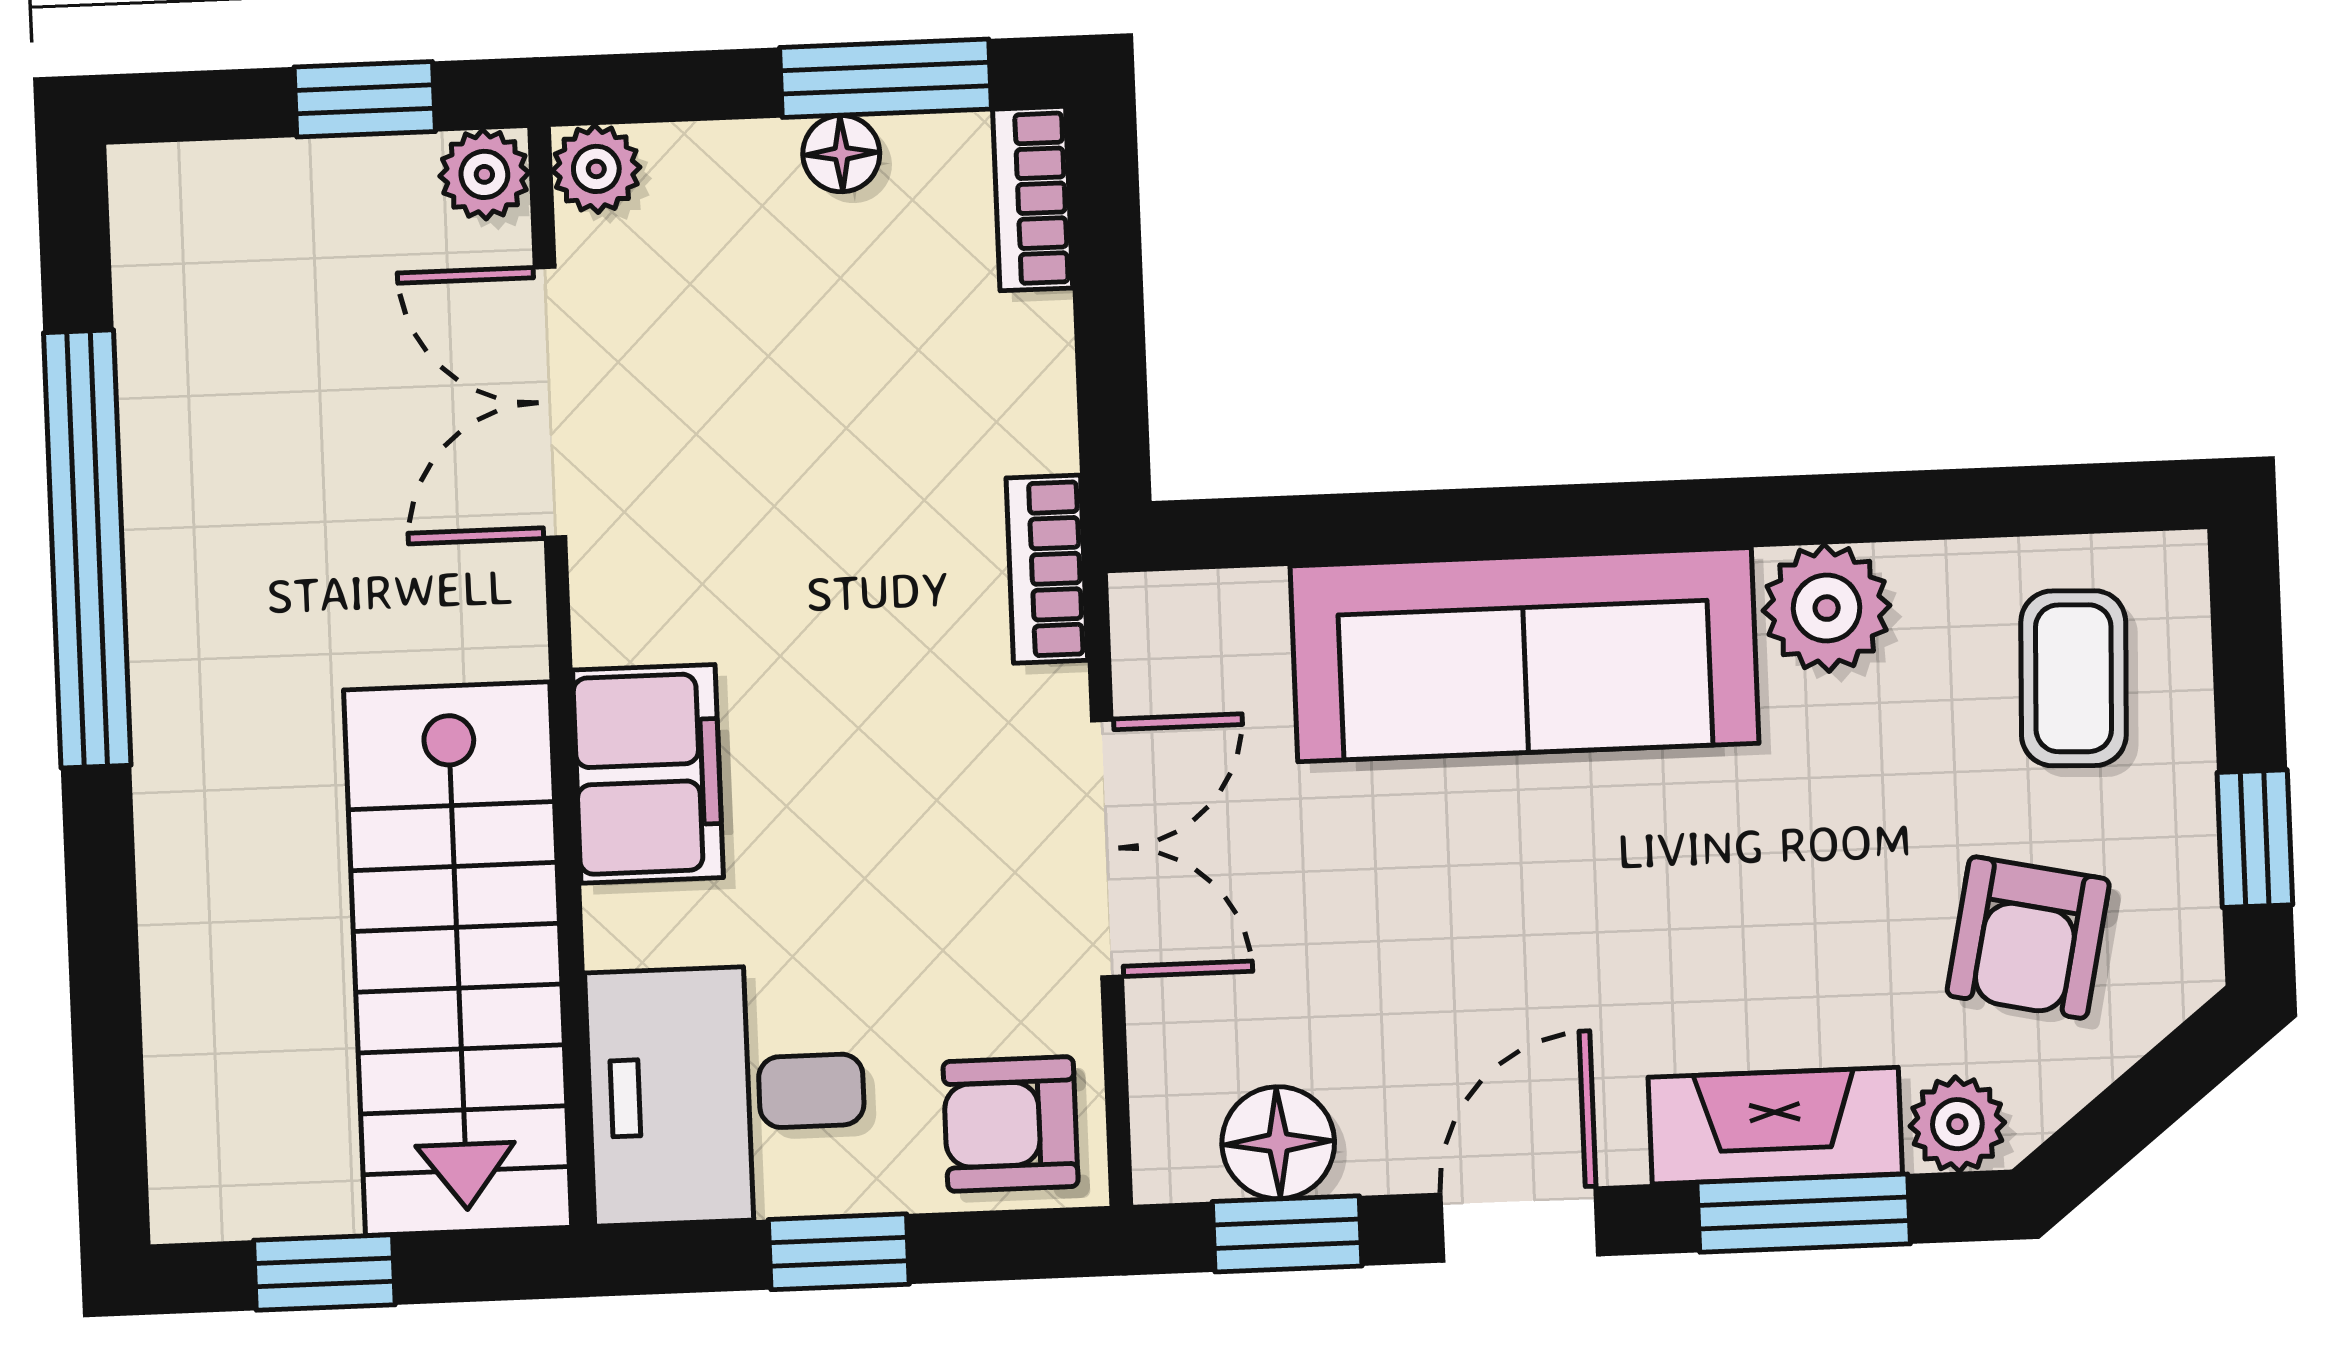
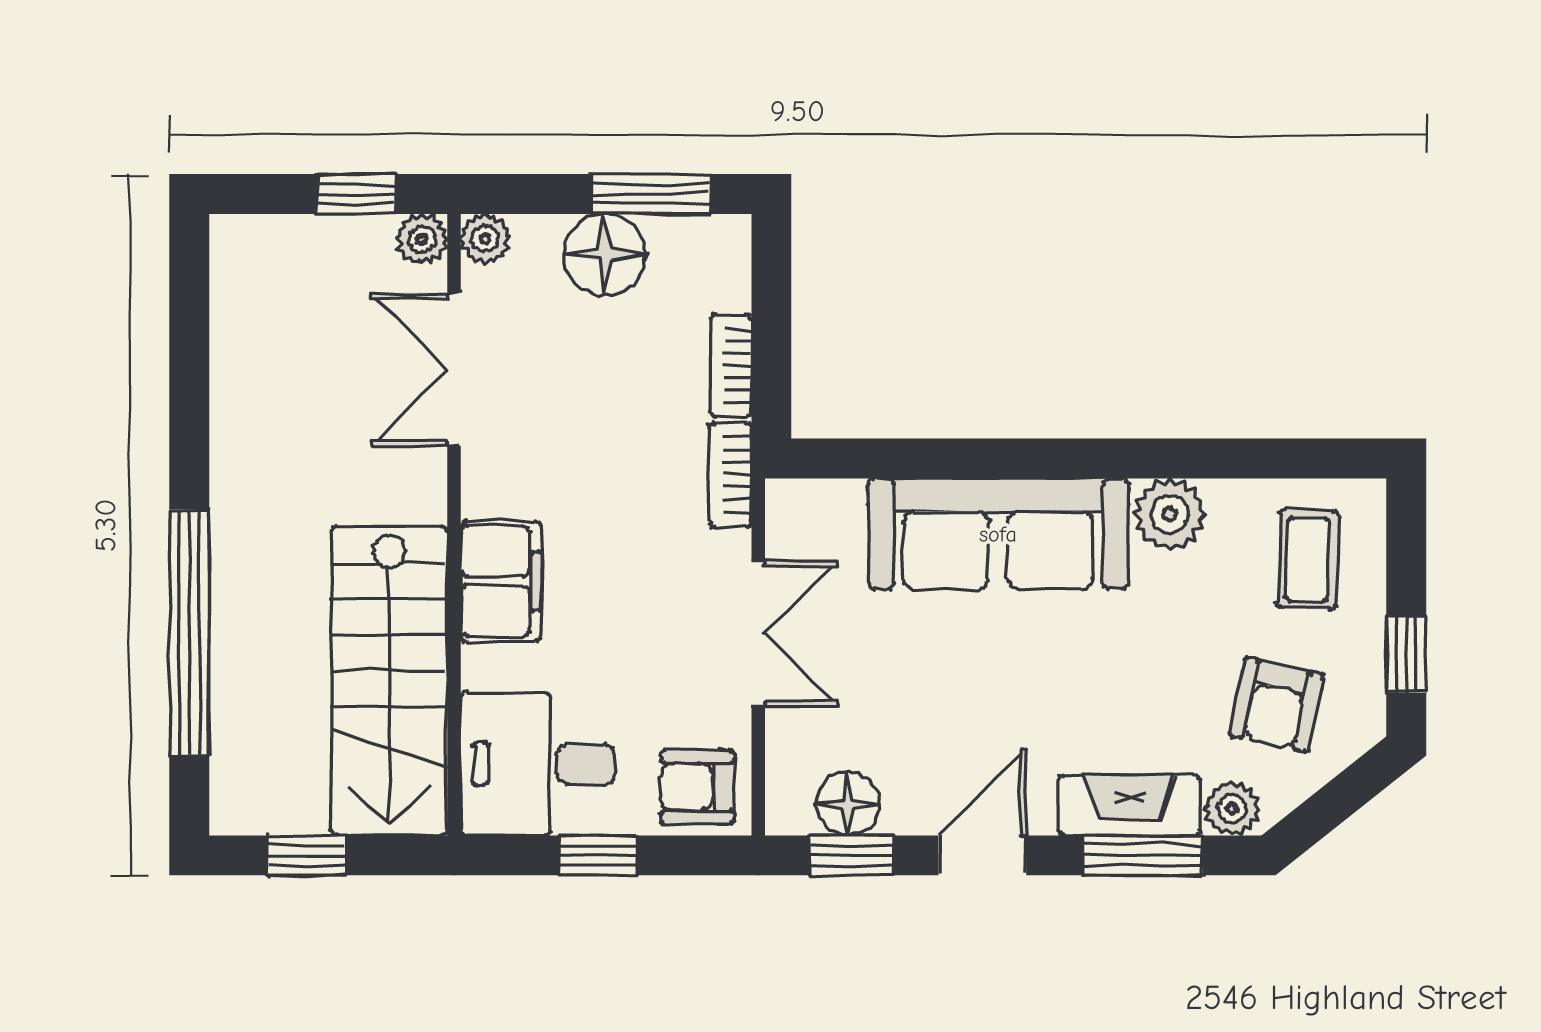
floor lamp: (841, 154) -> (605, 255), width x1.89, depth x1.89
bookcase: (1033, 199) -> (731, 366), moved
window: (87, 549) -> (189, 633), moved

